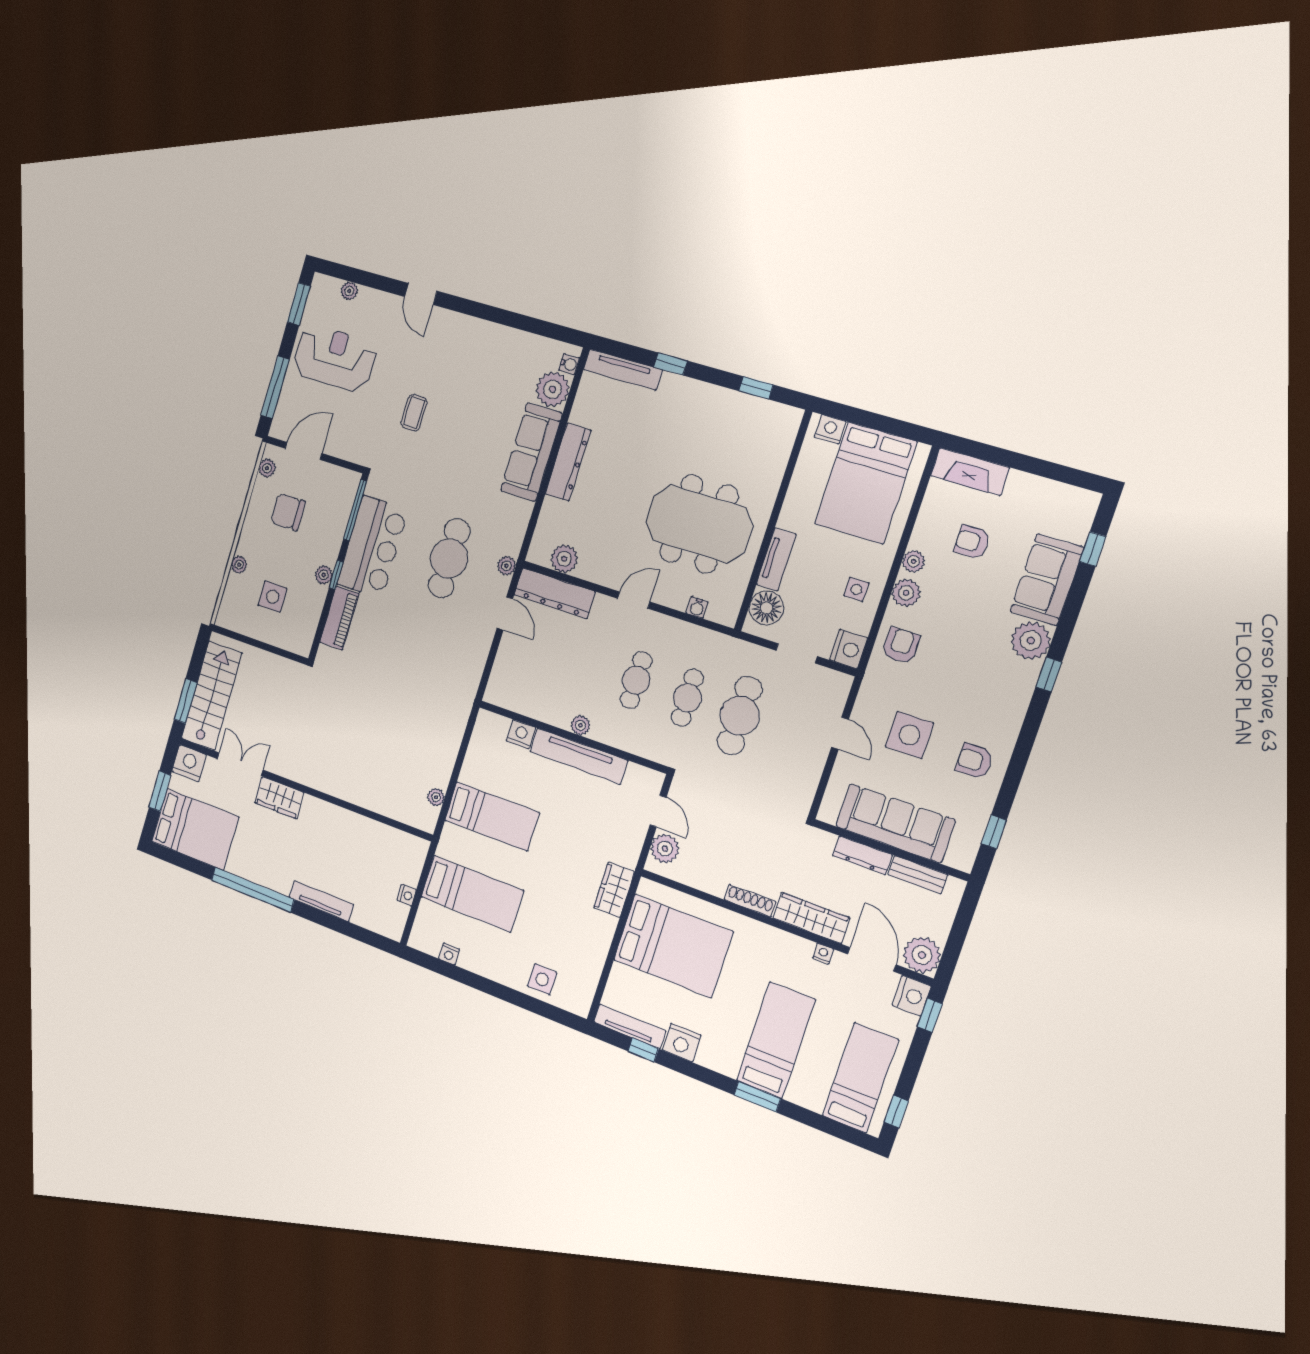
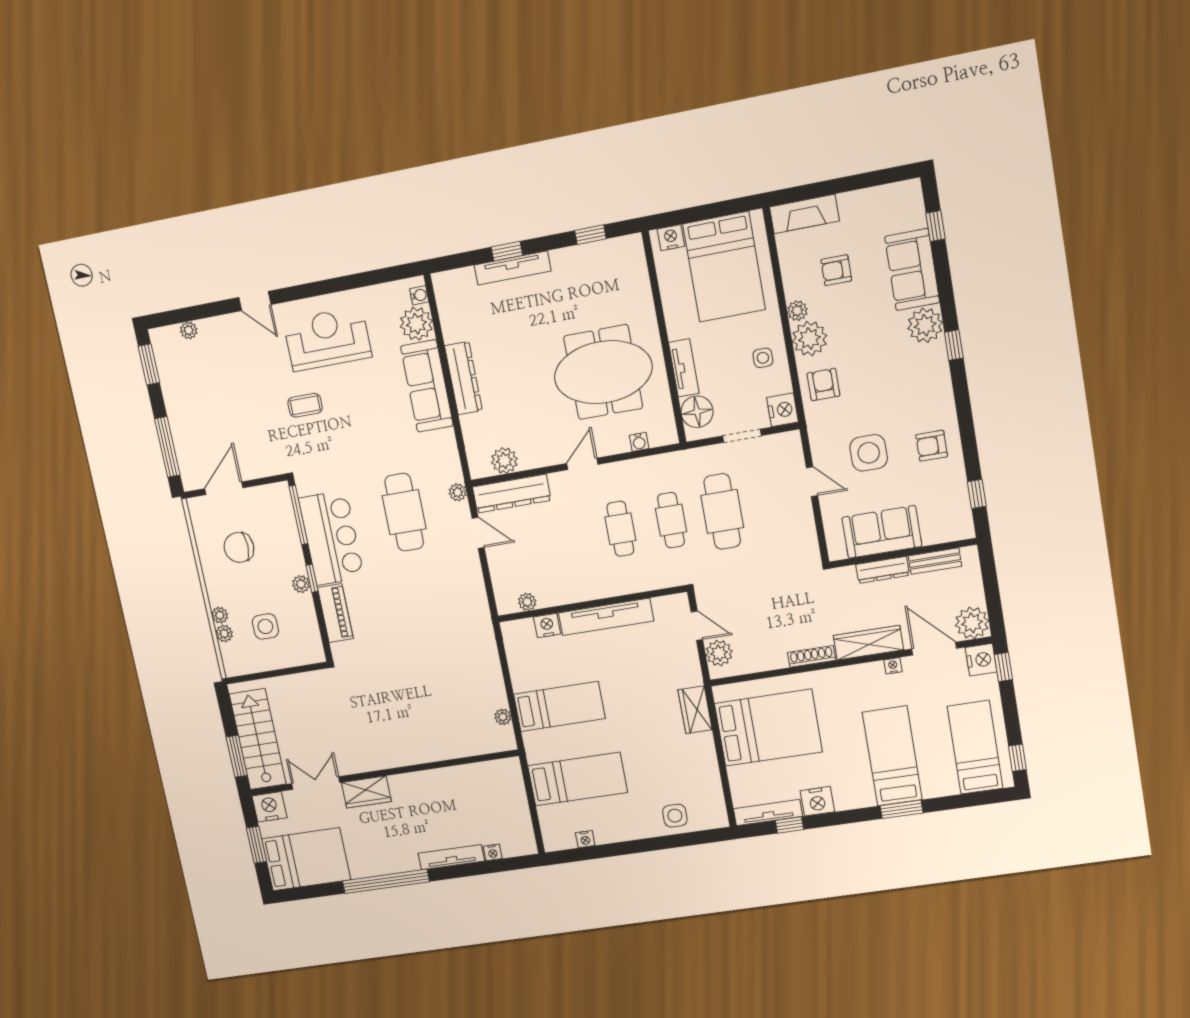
reception desk: (335, 358) -> (327, 339), moved
tv unit: (623, 370) -> (513, 268), moved
coffee table: (414, 413) -> (305, 405), turned 90
plant: (267, 468) -> (224, 634), moved
plant: (906, 593) -> (810, 339), width x1.36, depth x1.36
plant: (580, 725) -> (527, 602), moved
sofa: (895, 823) -> (882, 532), width x0.73
nightstand: (407, 895) -> (493, 852), moved, turned 90

